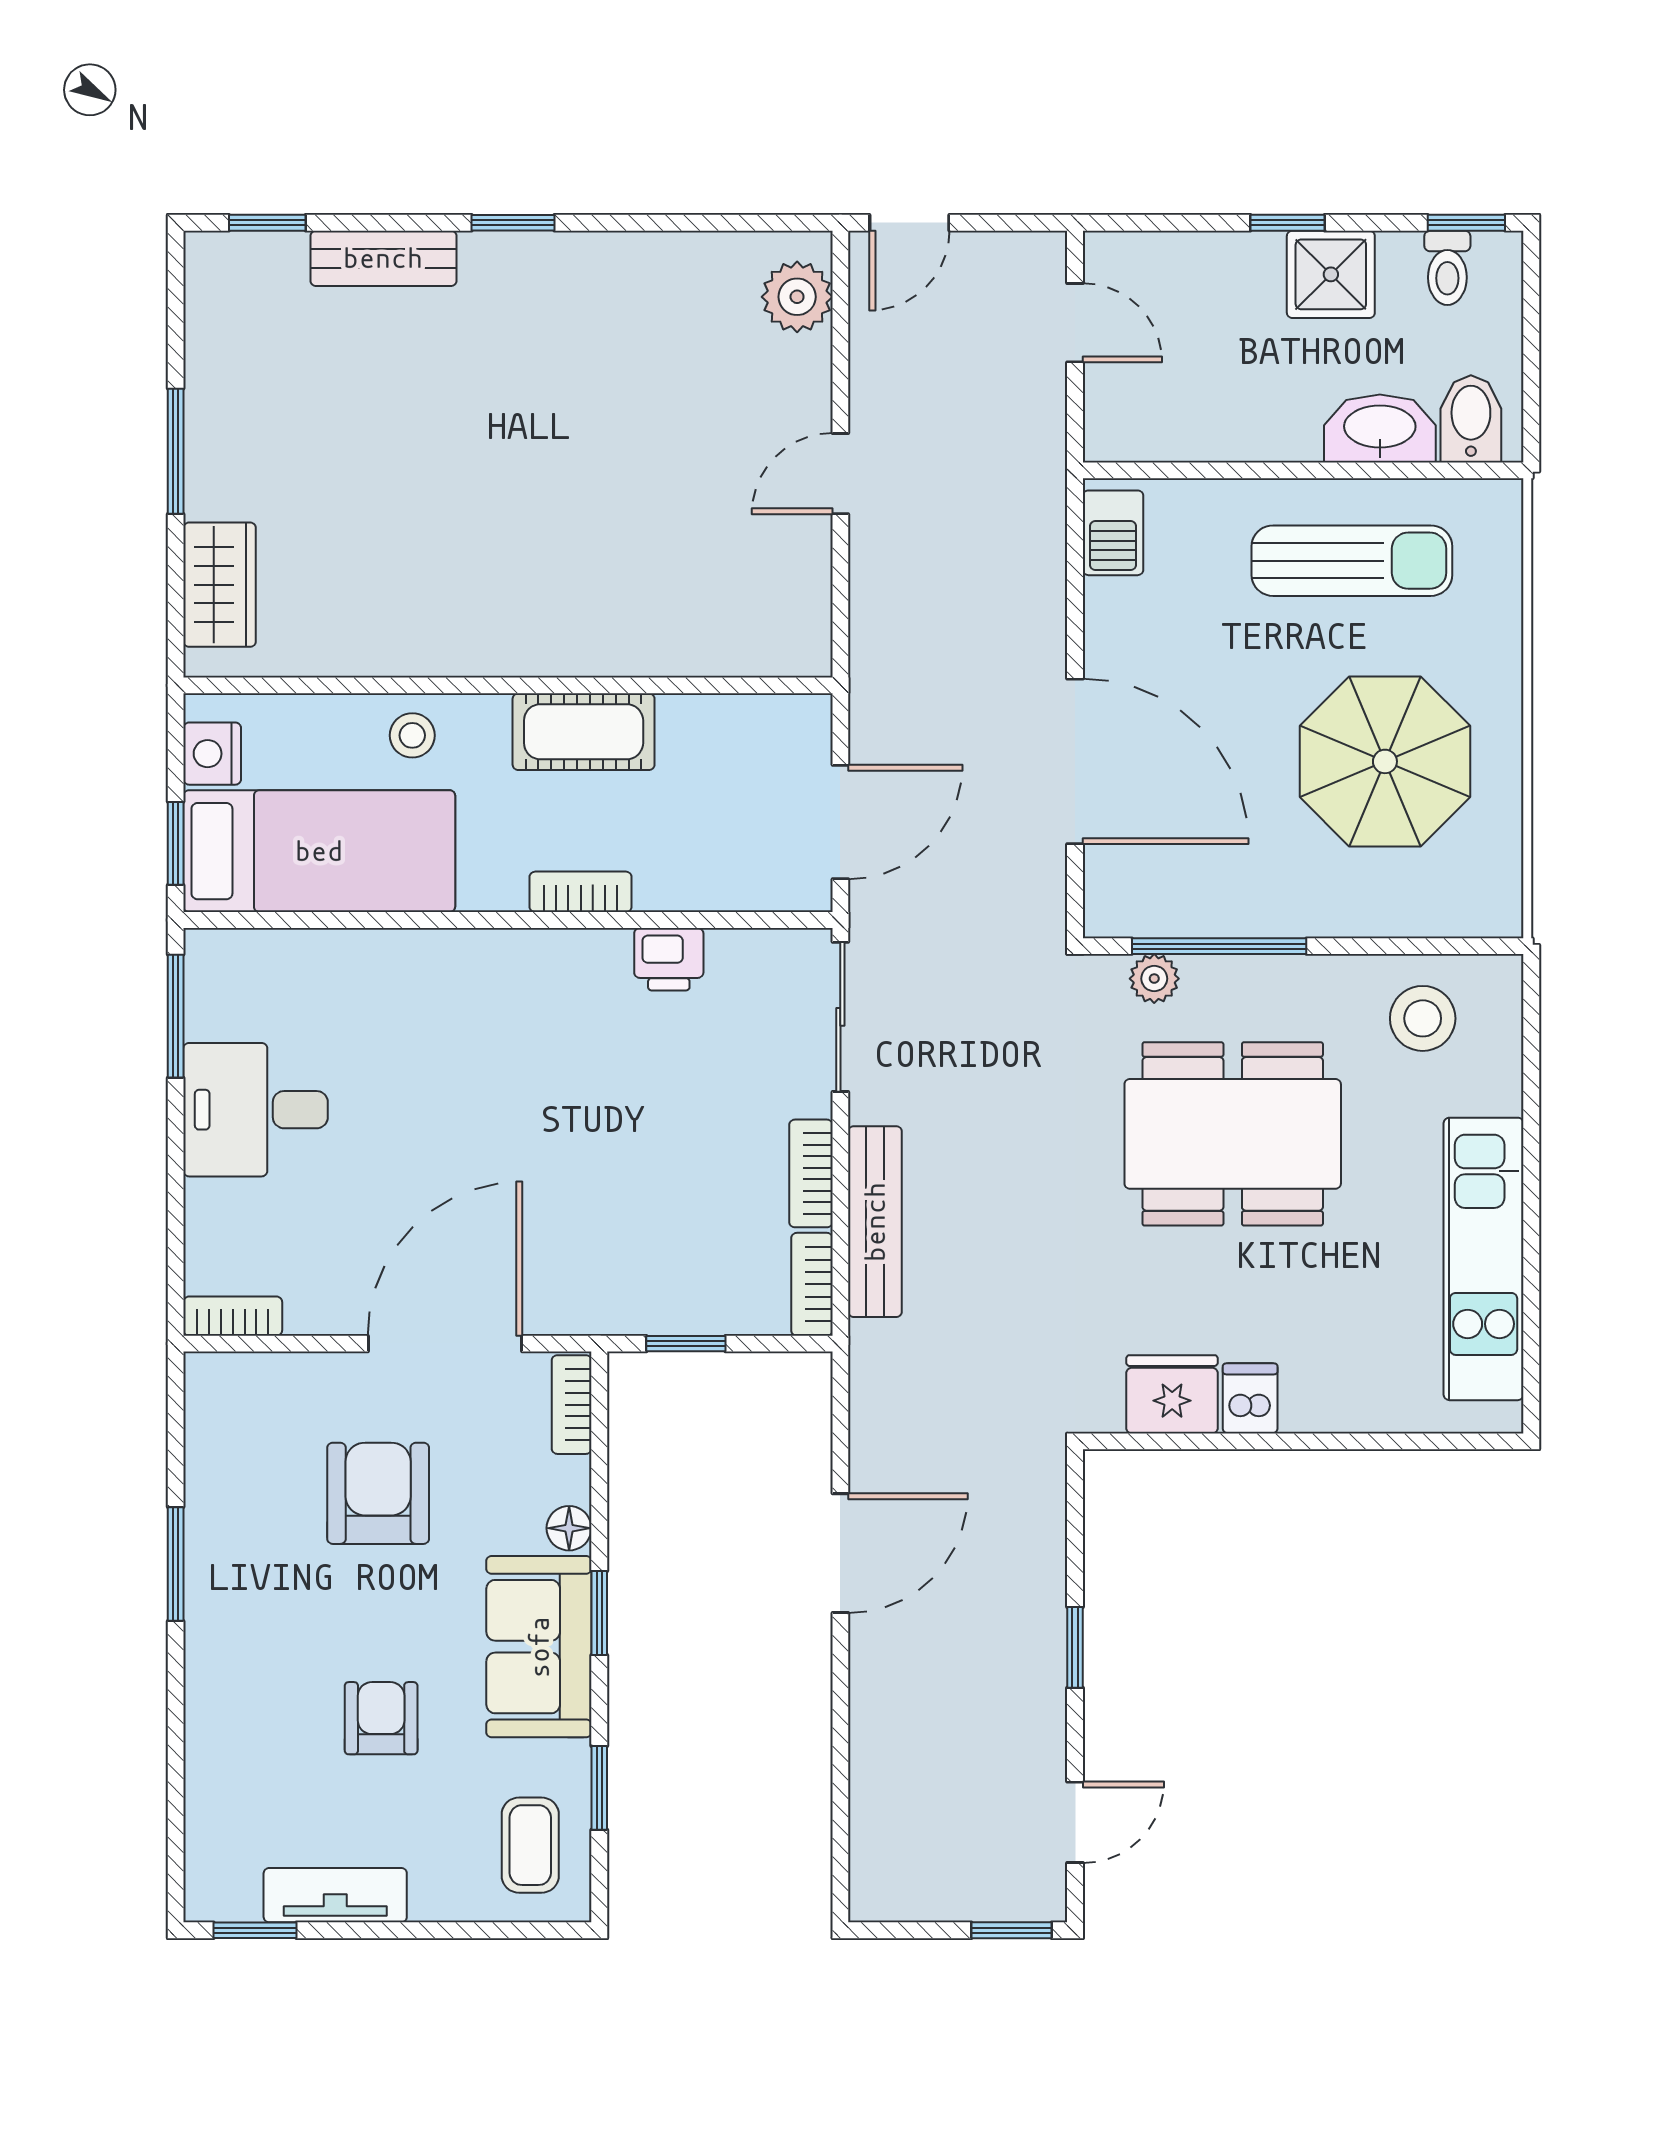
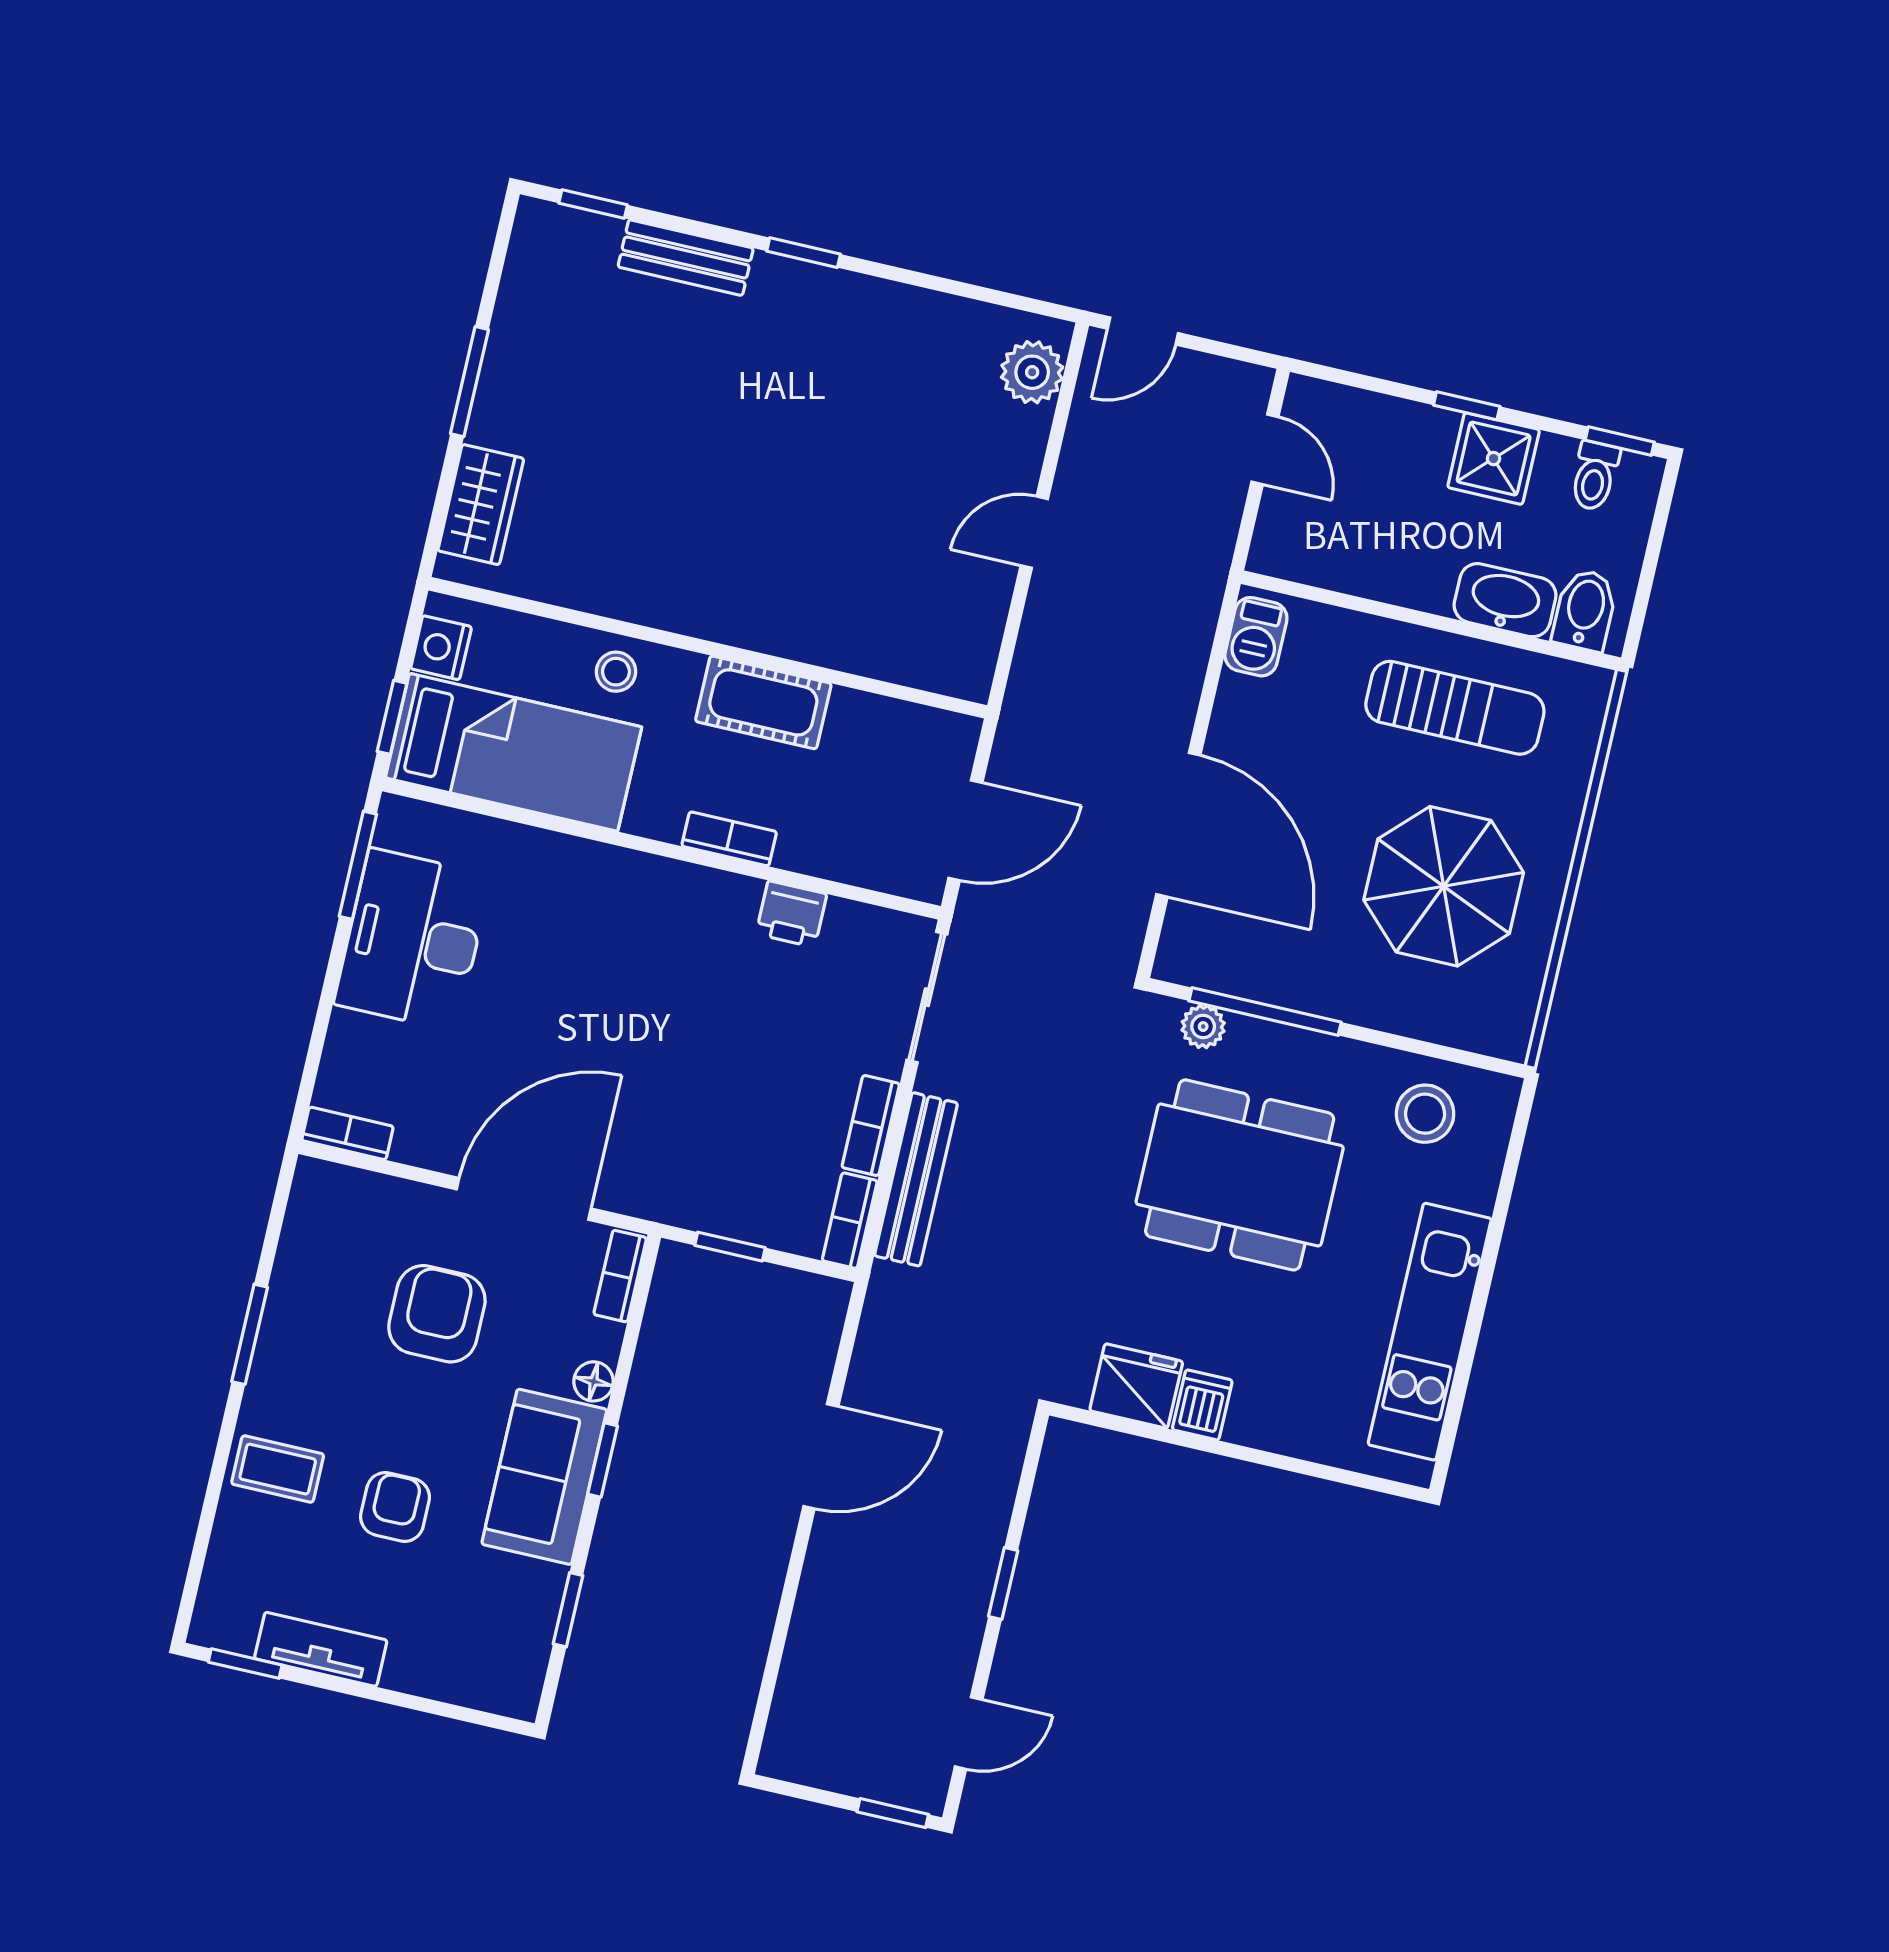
desk: (256, 1110) -> (413, 940), width x1.37
coffee table: (530, 1845) -> (278, 1469), moved, turned 90

